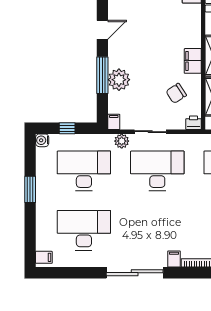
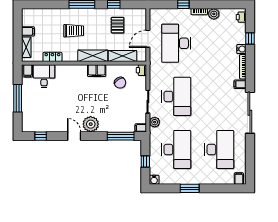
window: (102, 75) -> (121, 136), moved
plant: (119, 80) -> (91, 124), moved
desk: (84, 171) -> (176, 149), turned 180
desk: (157, 171) -> (176, 96), turned 180
desk: (84, 230) -> (219, 149), turned 180

